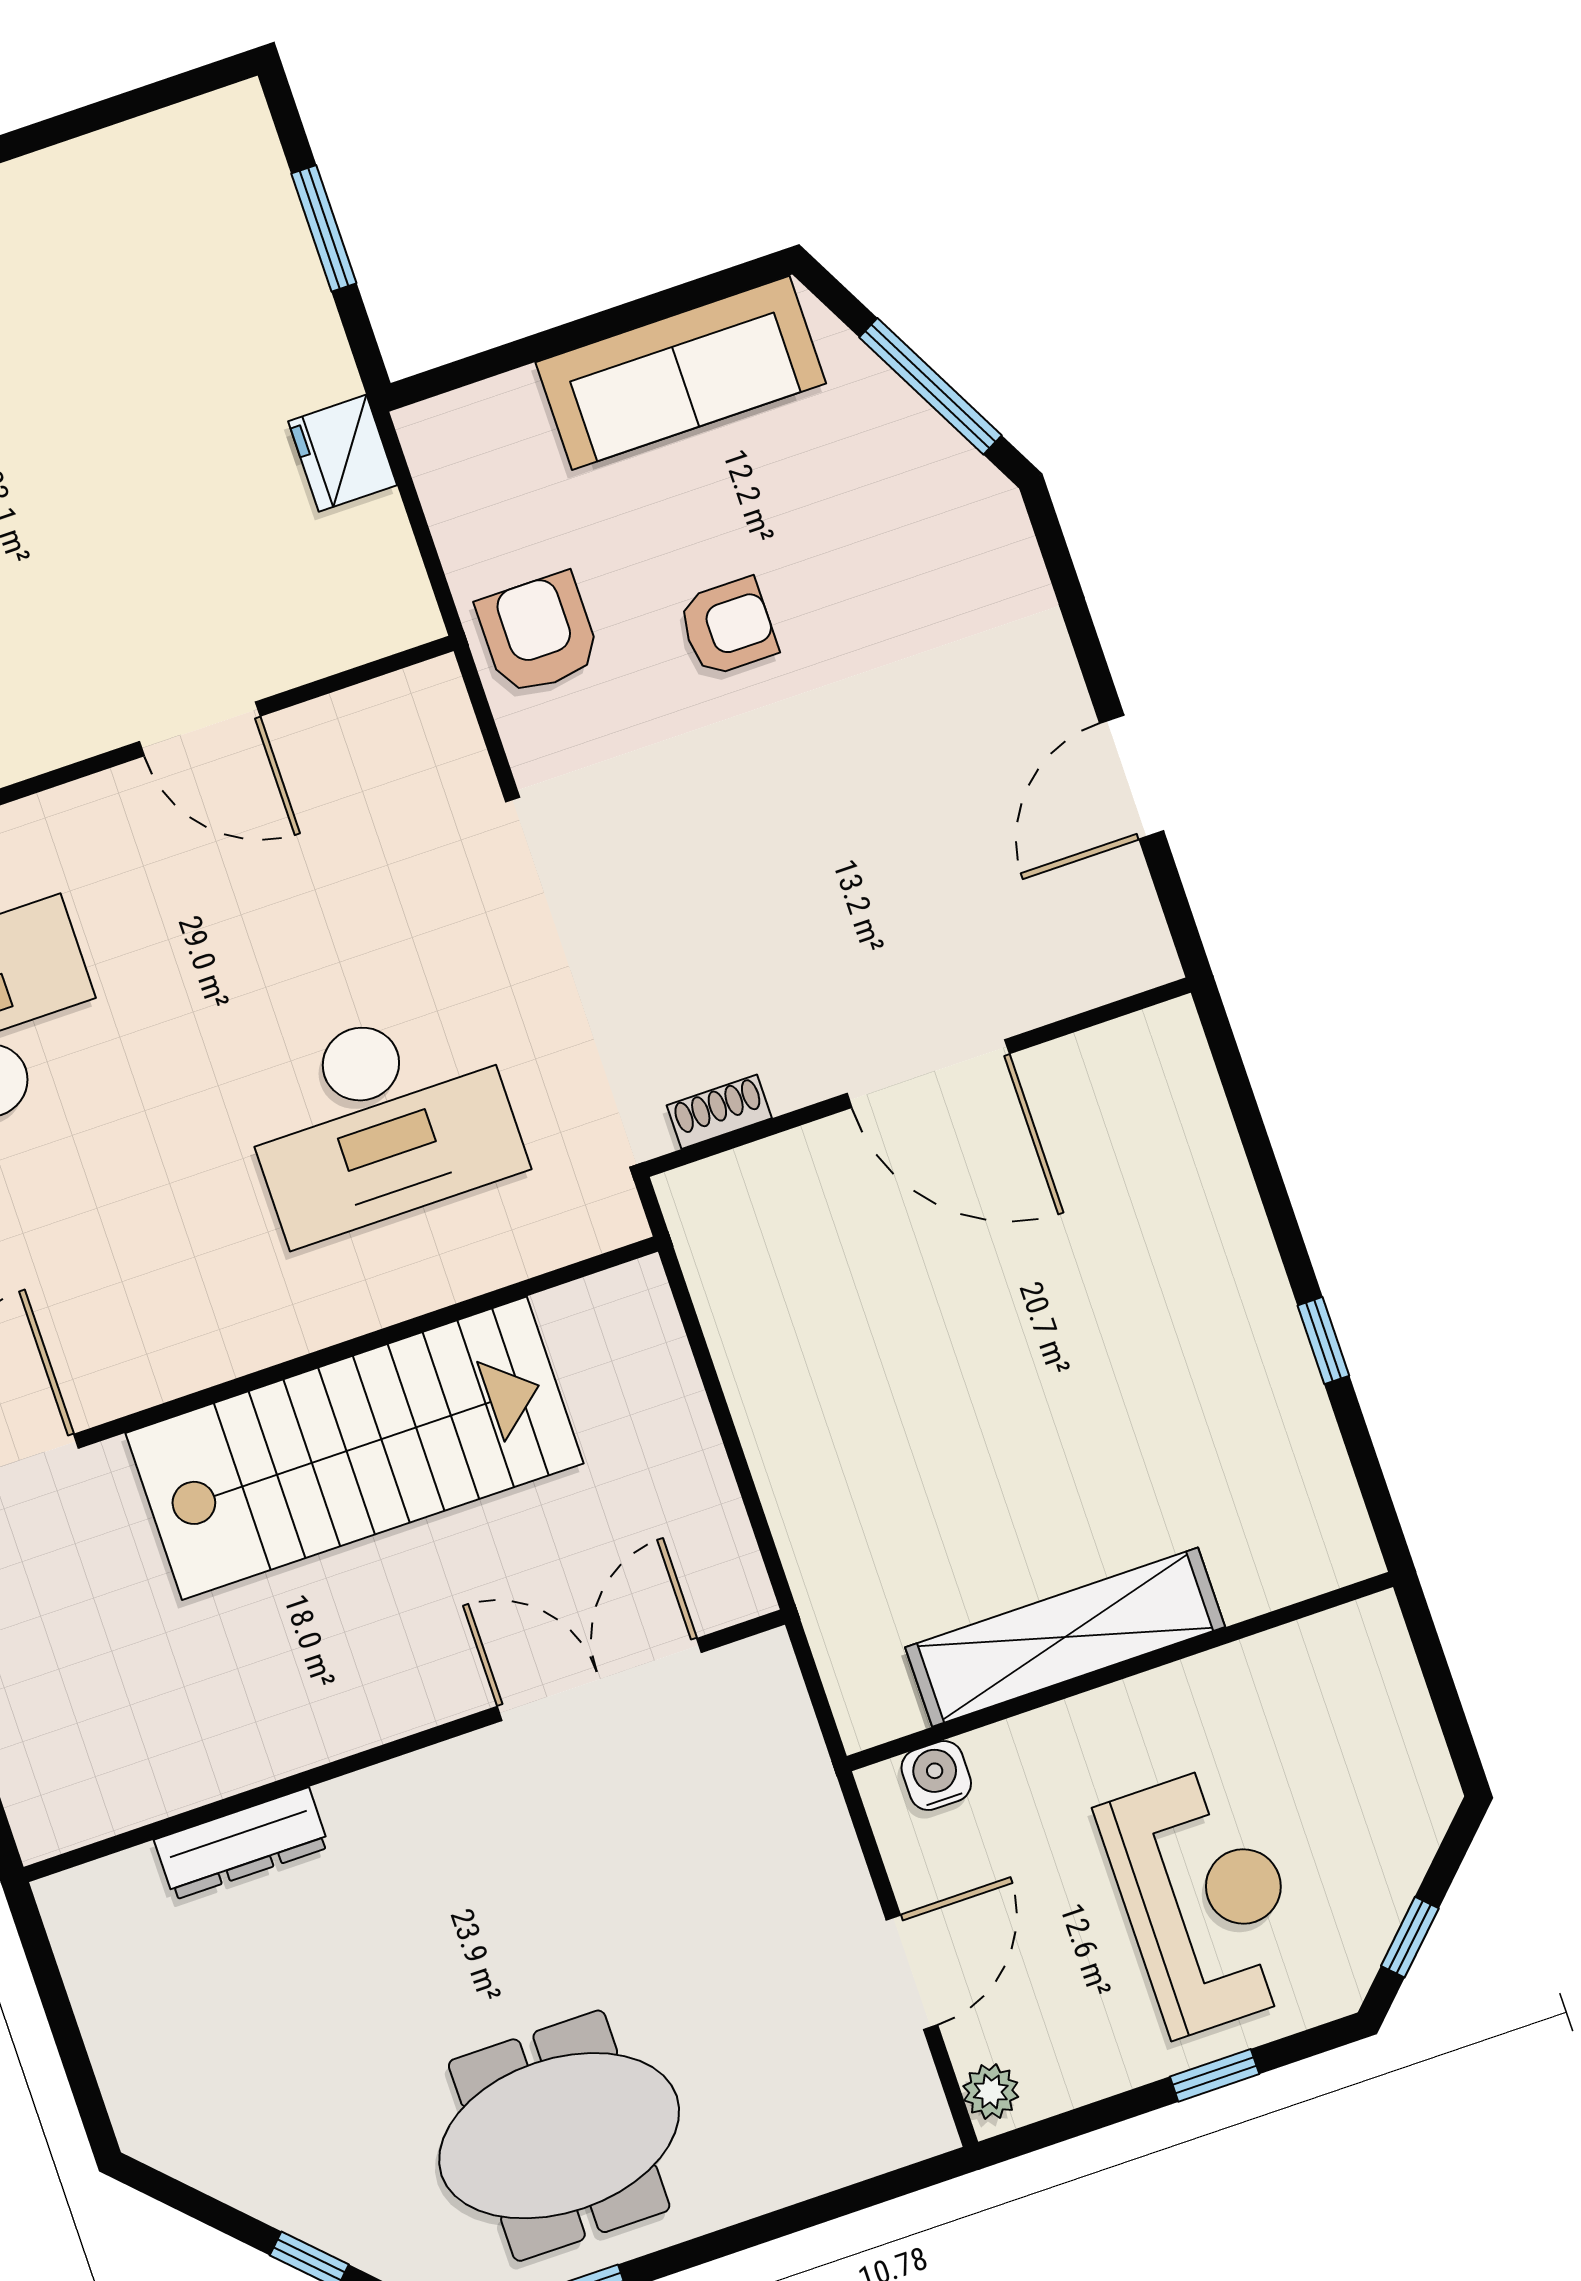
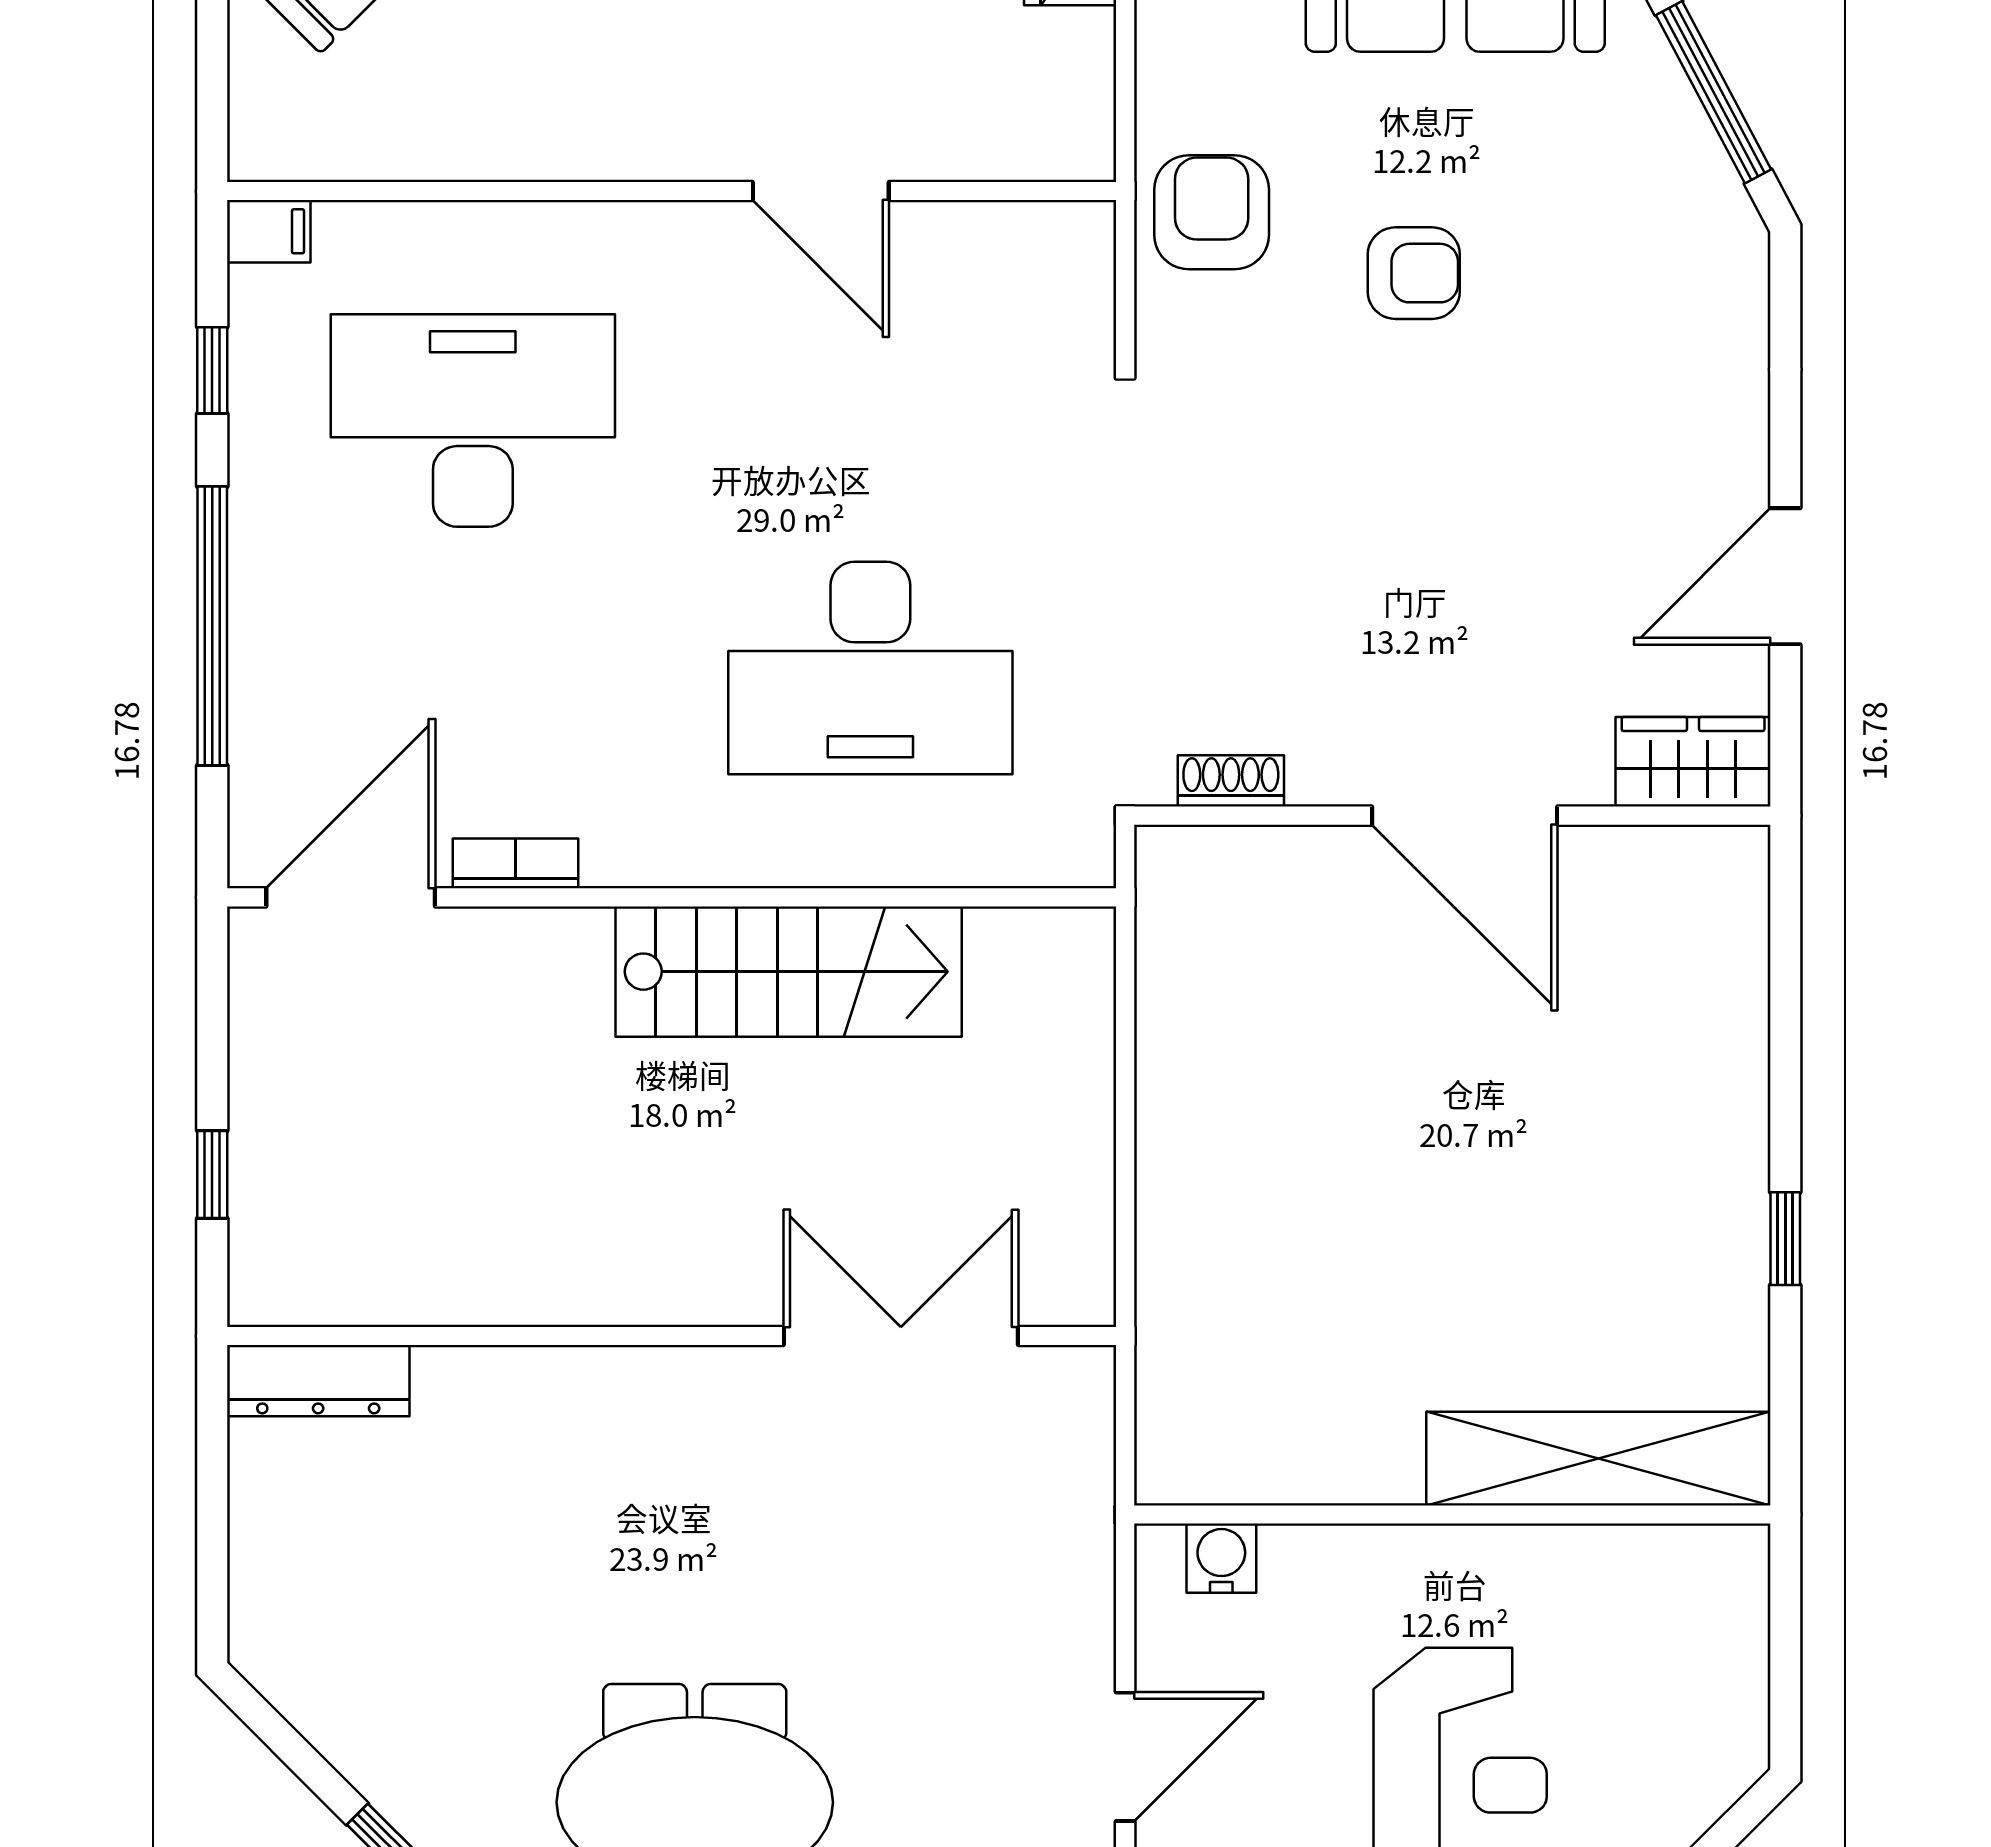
wardrobe: (1107, 962) -> (1693, 762), added
bookcase: (135, 1389) -> (516, 863), added
stairs: (354, 1448) -> (789, 972), width x0.73, depth x0.66
shelving: (1065, 1637) -> (1598, 1459), moved
dresser: (242, 1844) -> (318, 1381), moved

